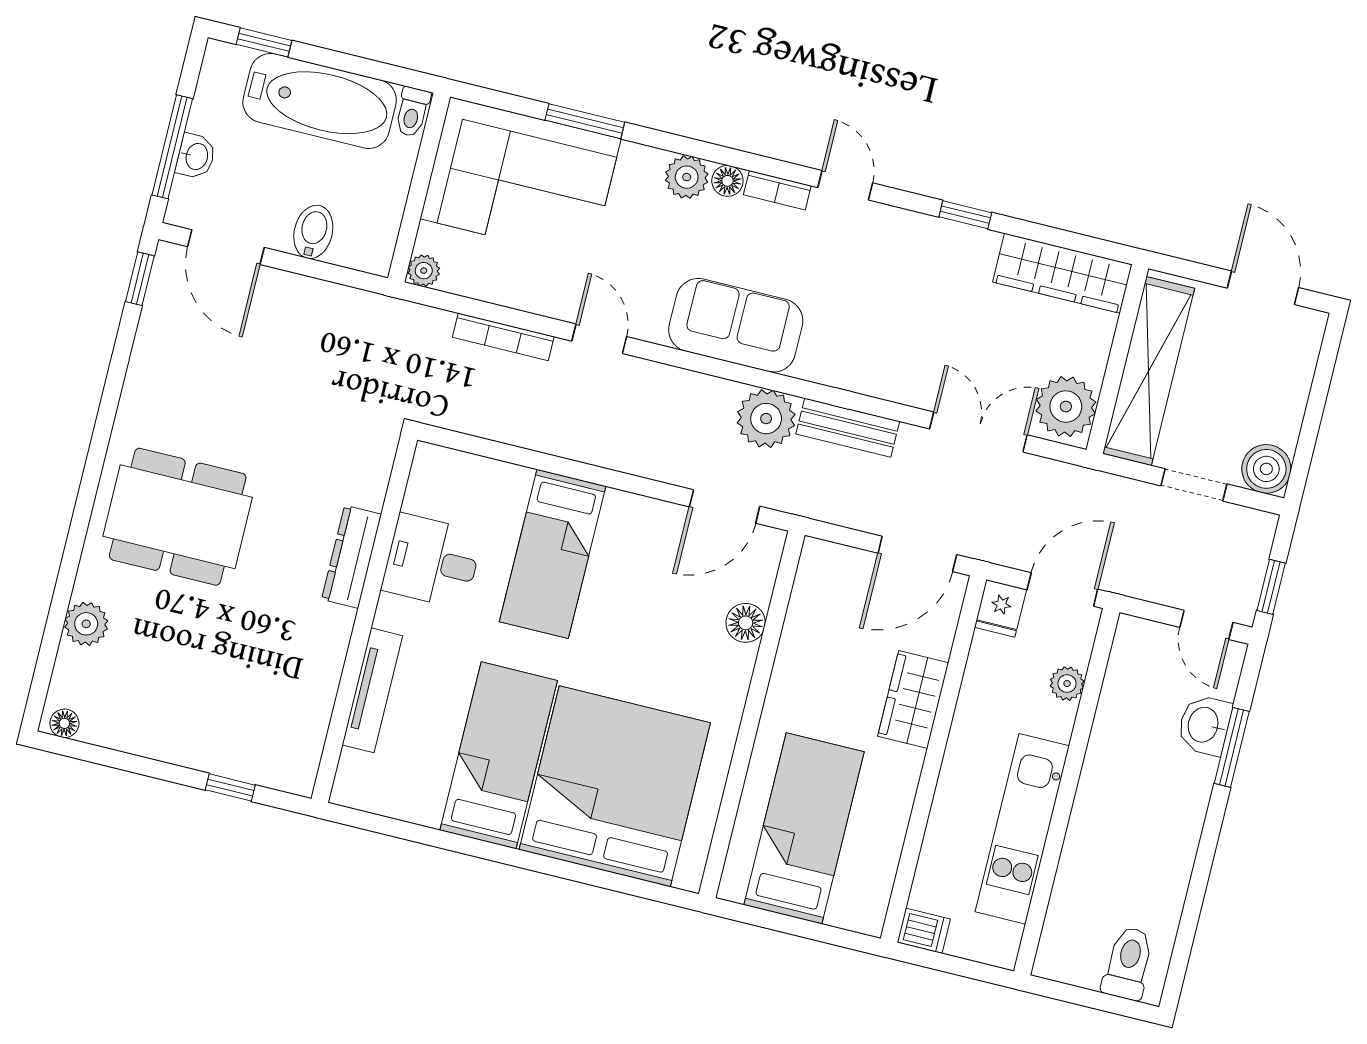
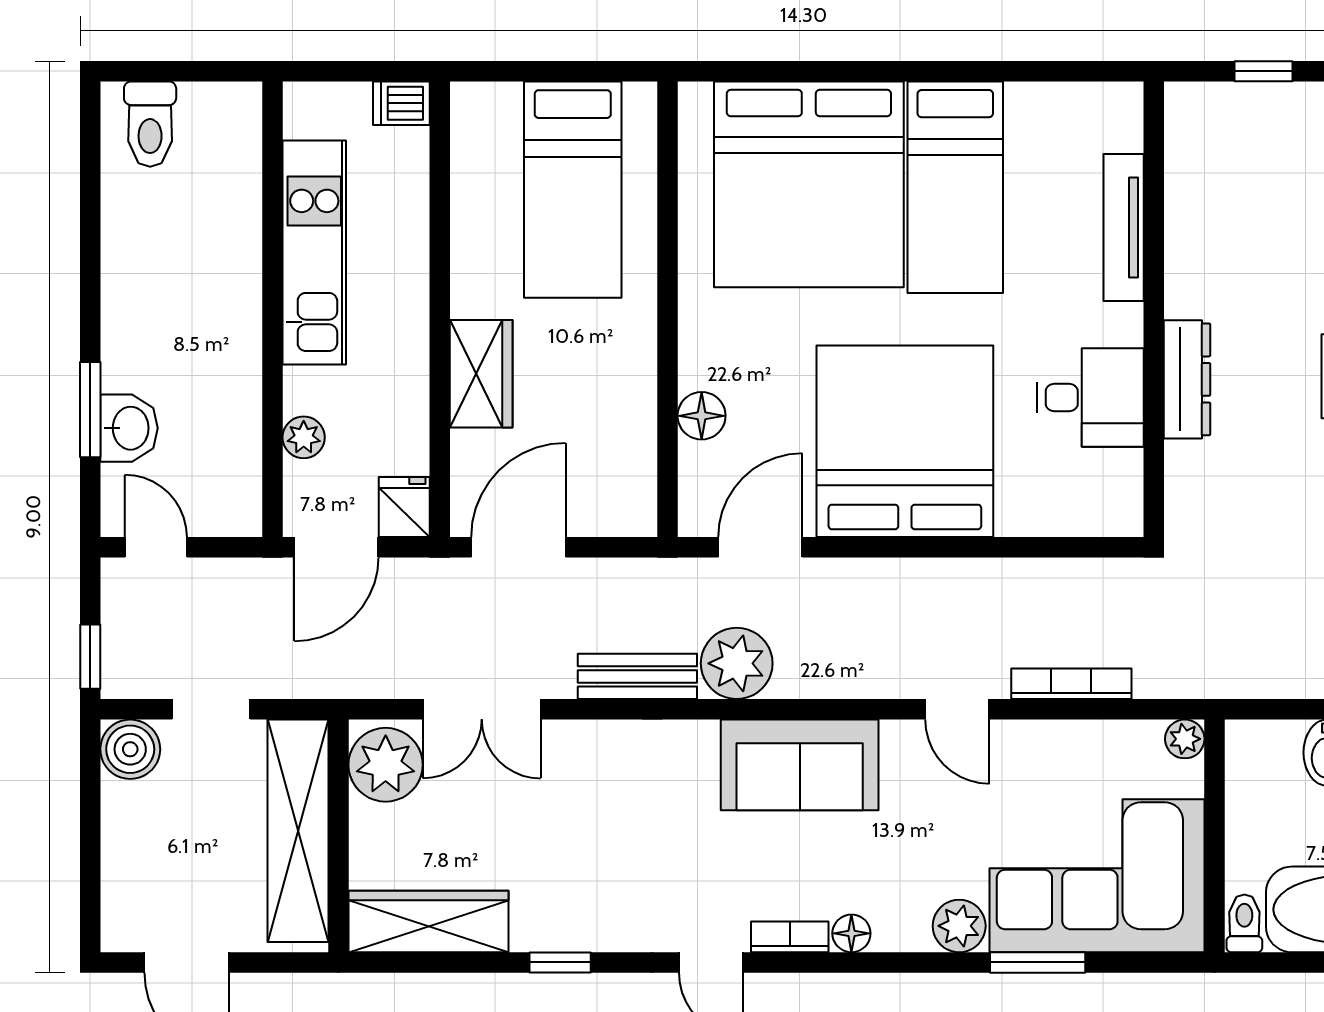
plant: (687, 177) -> (959, 926), moved
bed: (553, 554) -> (905, 441), width x2.04
window: (1271, 587) -> (90, 657), moved

